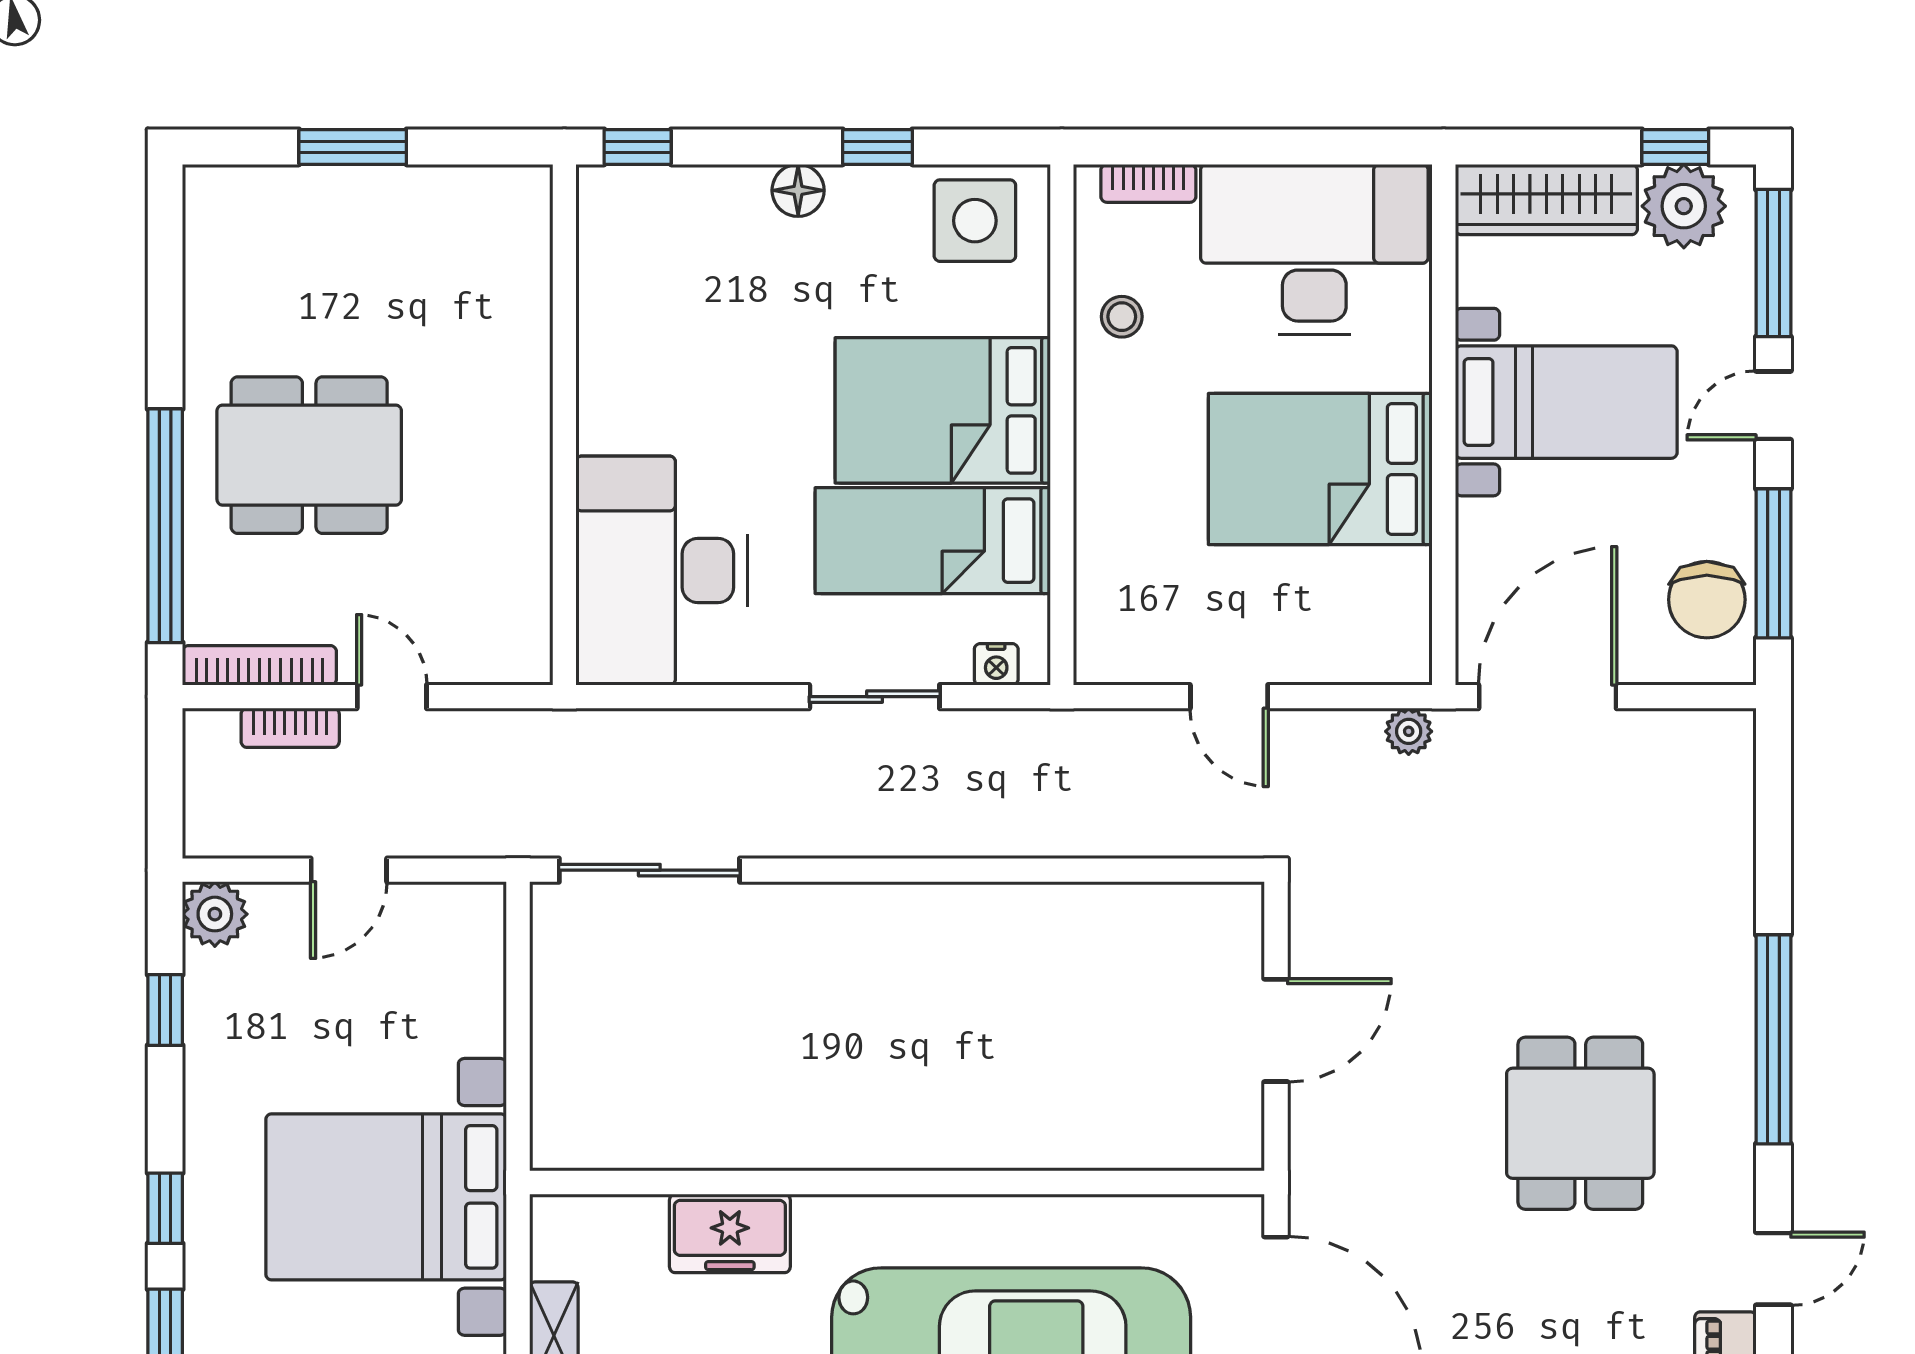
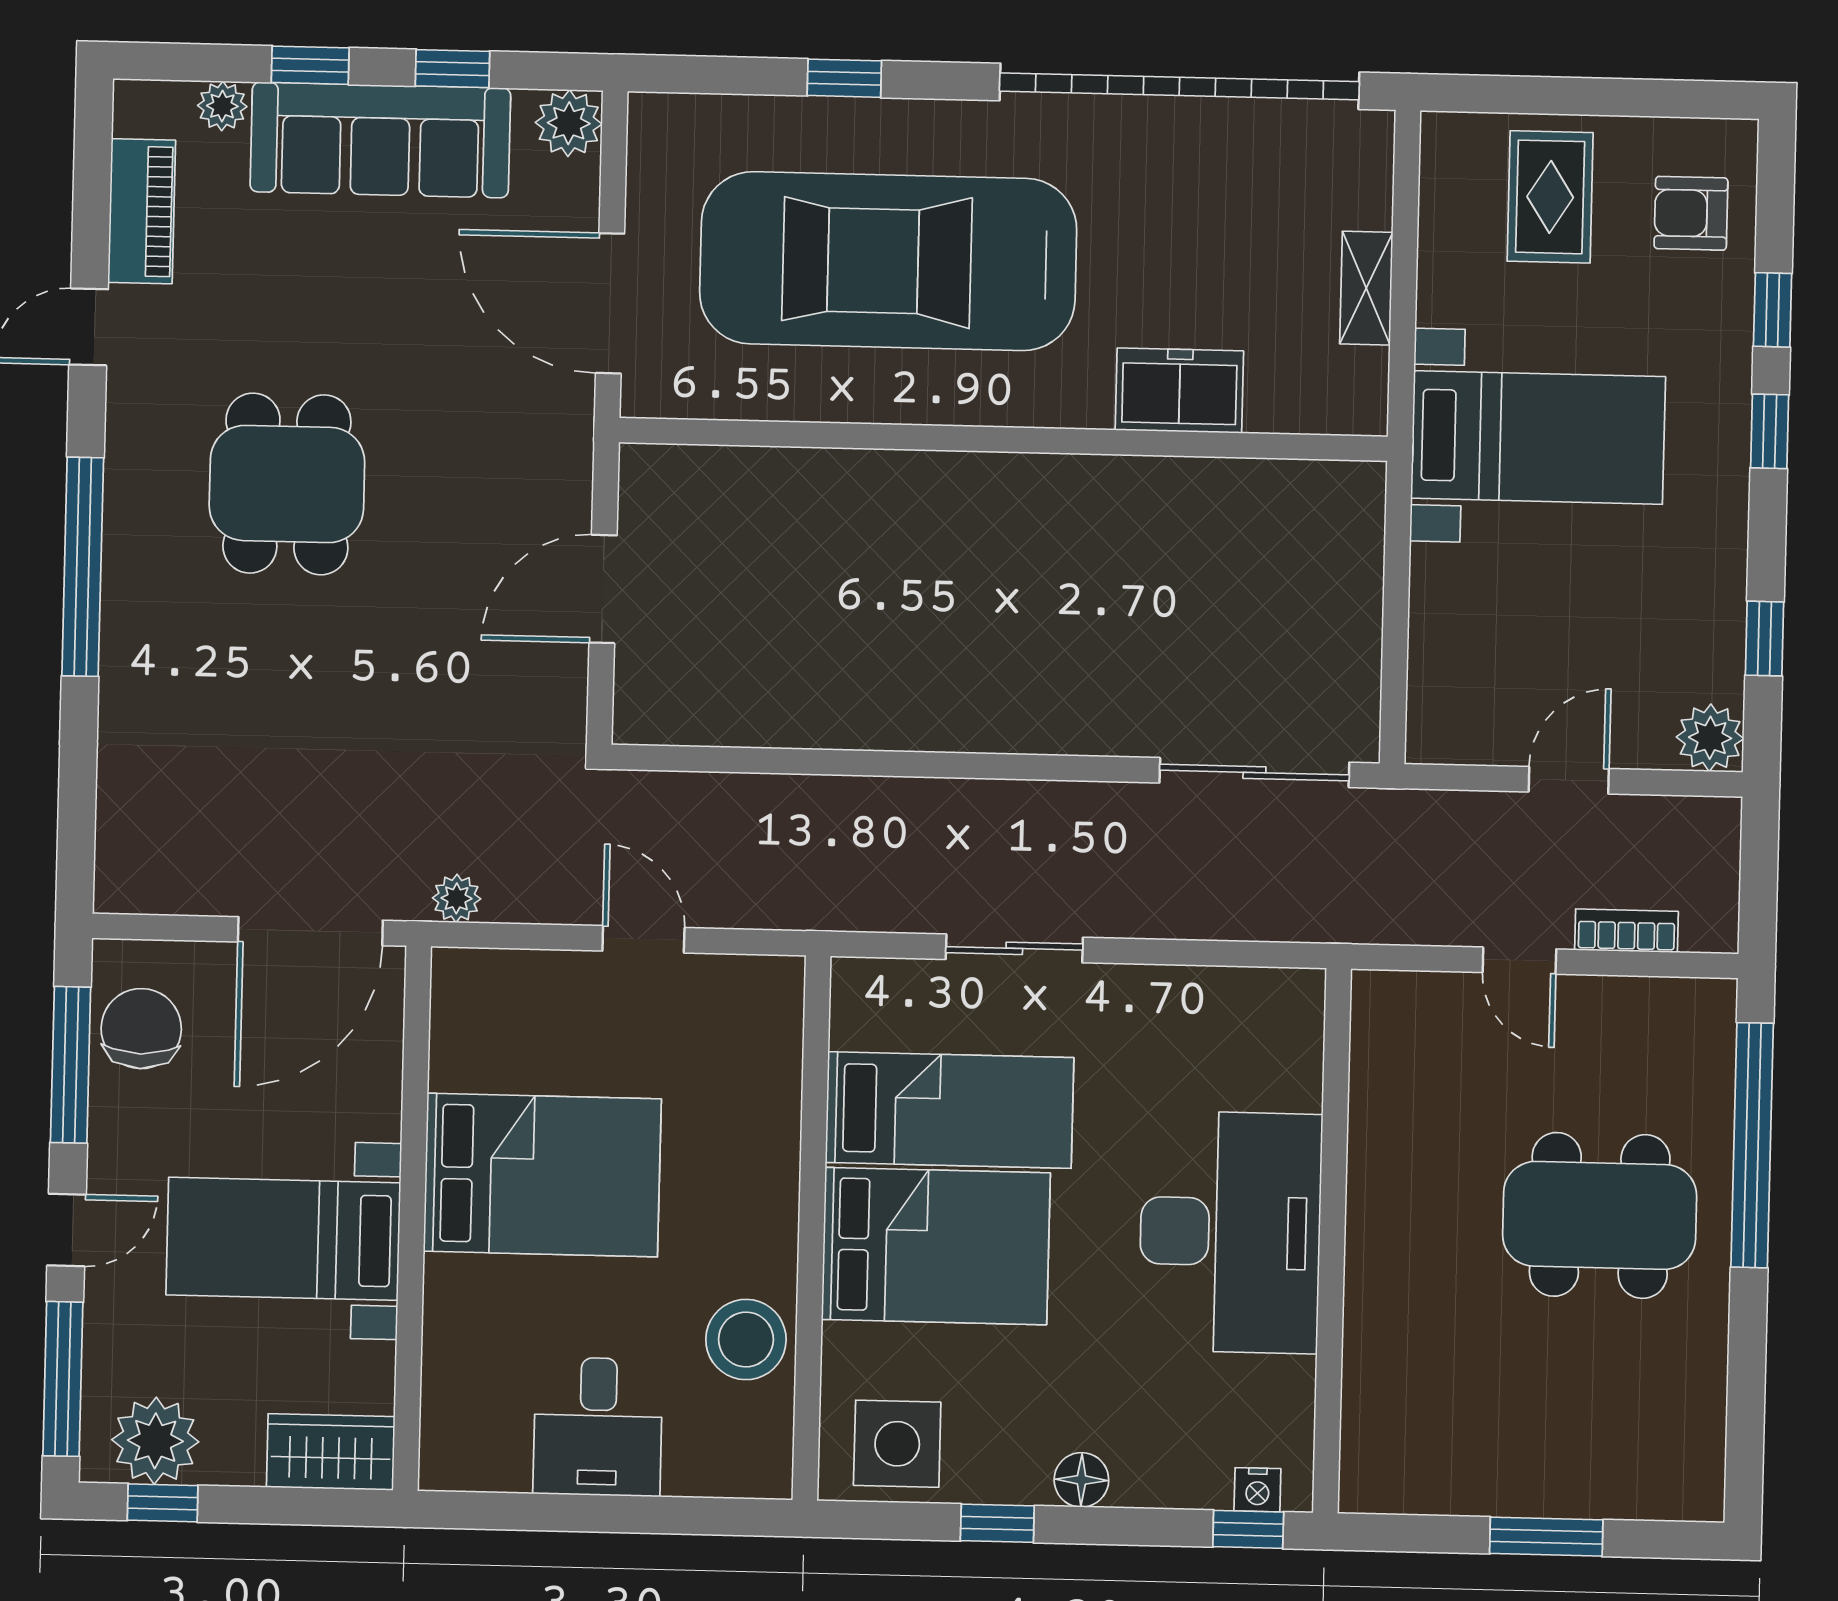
bookcase: (1148, 183) -> (715, 1478), removed
wardrobe: (1546, 200) -> (331, 1452), width x0.67
desk: (1314, 250) -> (598, 1427), width x0.53, depth x0.77
stool: (1122, 317) -> (746, 1340), width x1.89, depth x1.89
desk: (662, 571) -> (1230, 1232), moved
nightstand: (996, 664) -> (1257, 1490), moved, turned 180
bookcase: (259, 665) -> (1657, 997), removed
bed with nightstands: (386, 1197) -> (1538, 437), width x0.73

